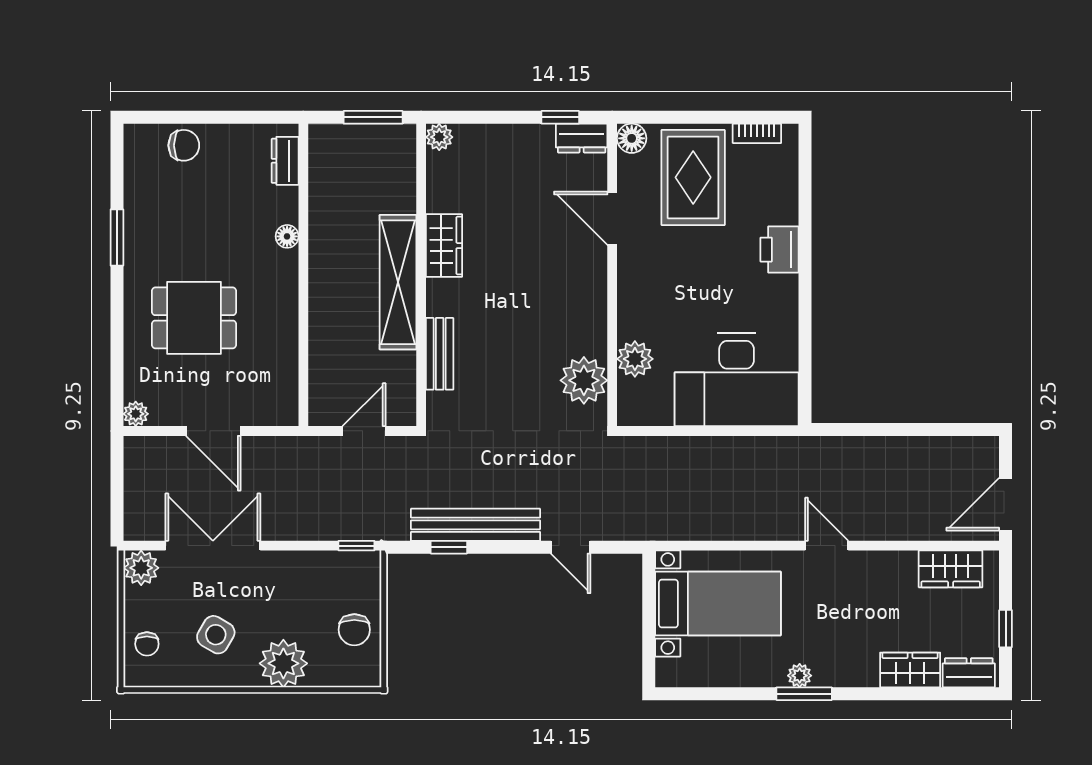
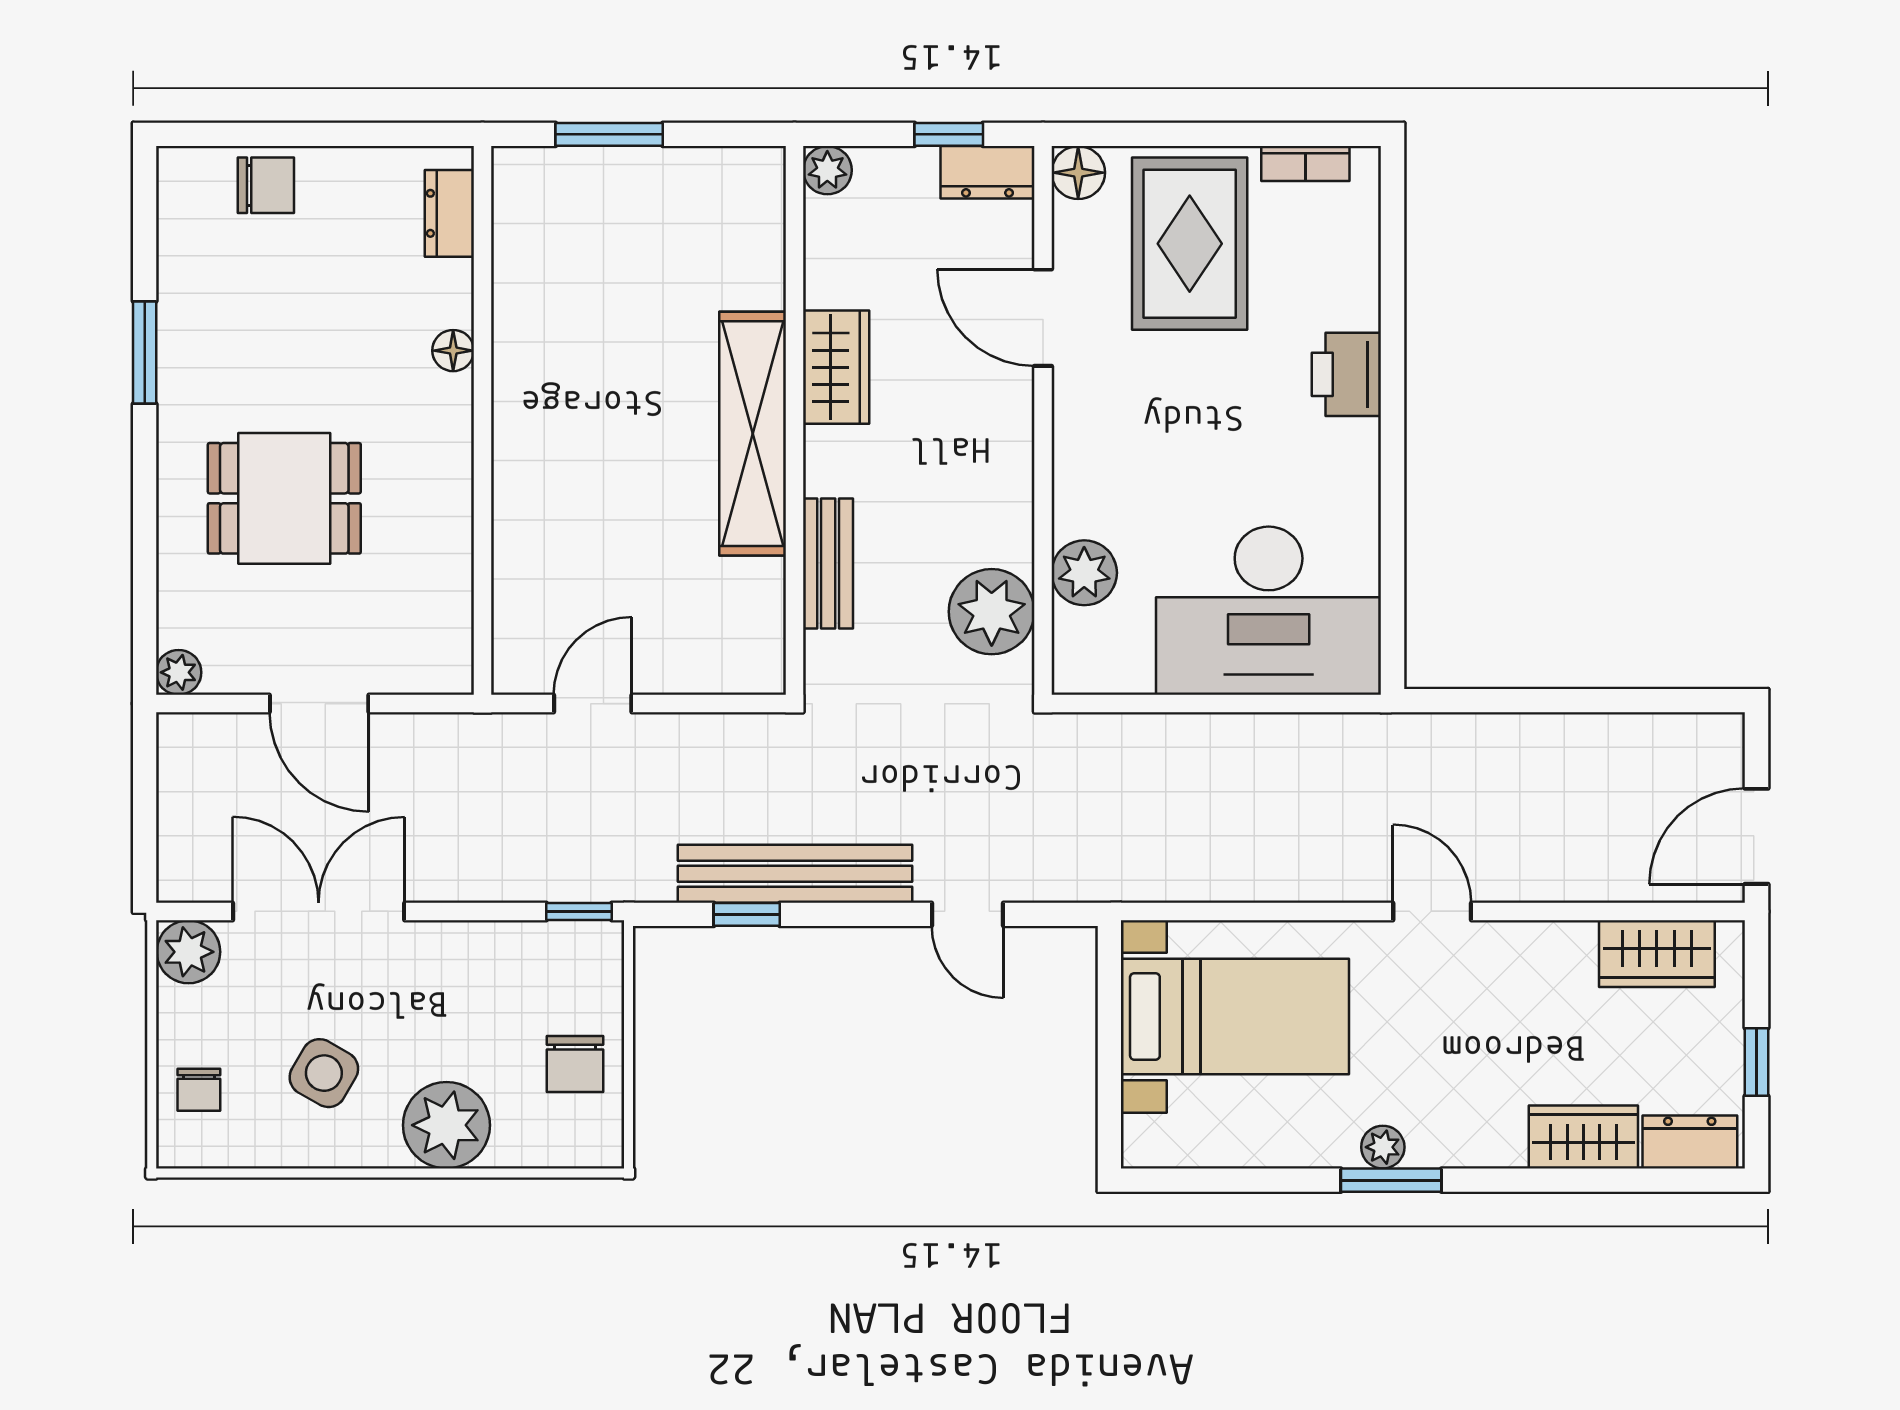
plant: (439, 137) -> (827, 170), moved
wardrobe: (444, 246) -> (836, 367), moved
wall: (421, 275) -> (795, 420), moved
shelving: (398, 282) -> (753, 434), moved
bench: (440, 354) -> (828, 564), moved

